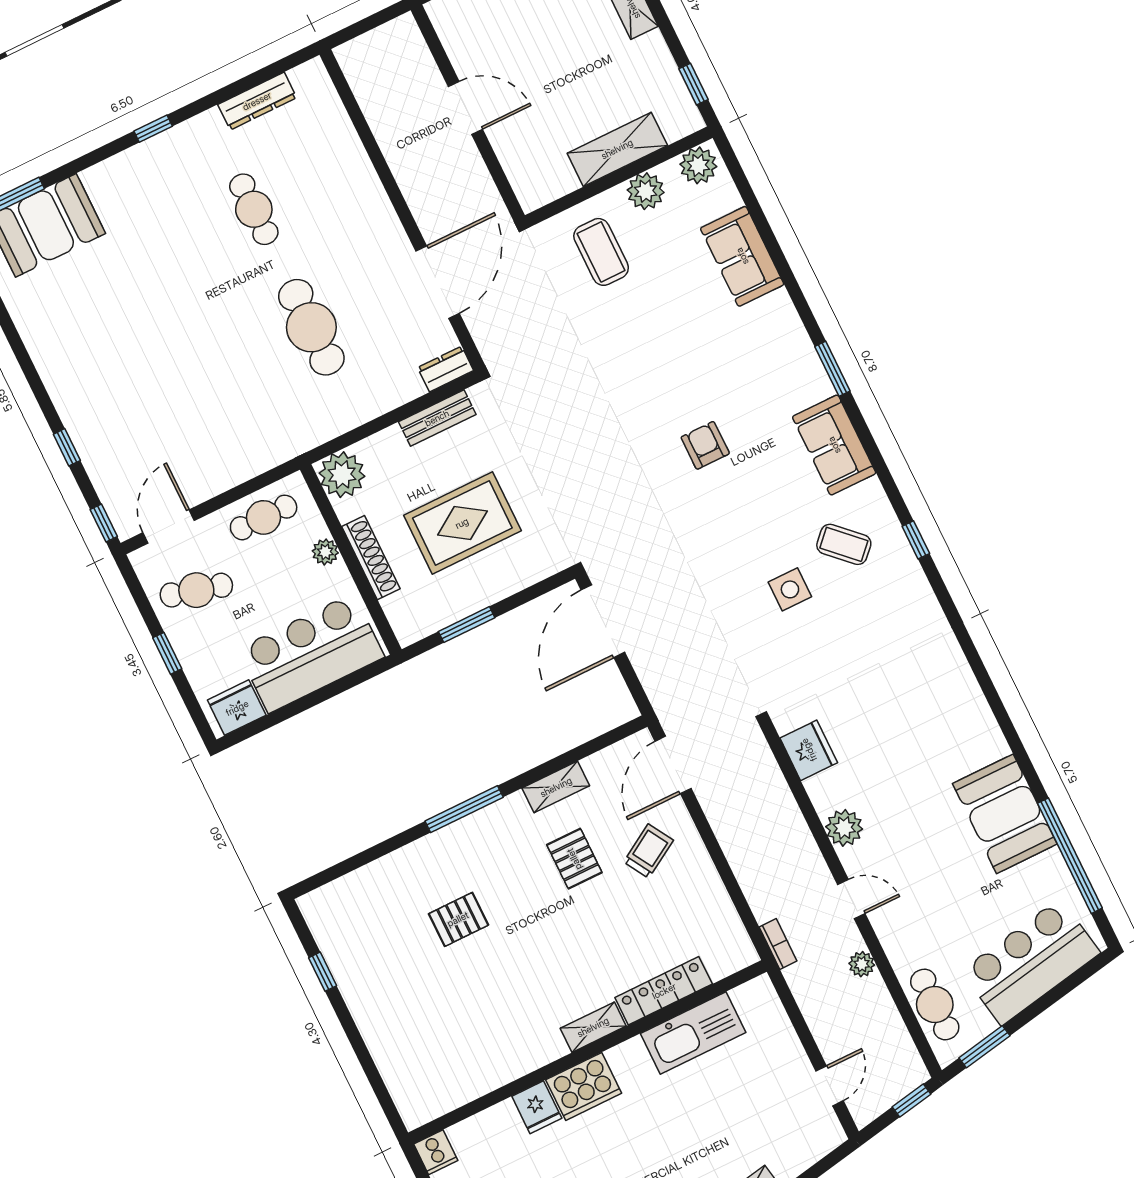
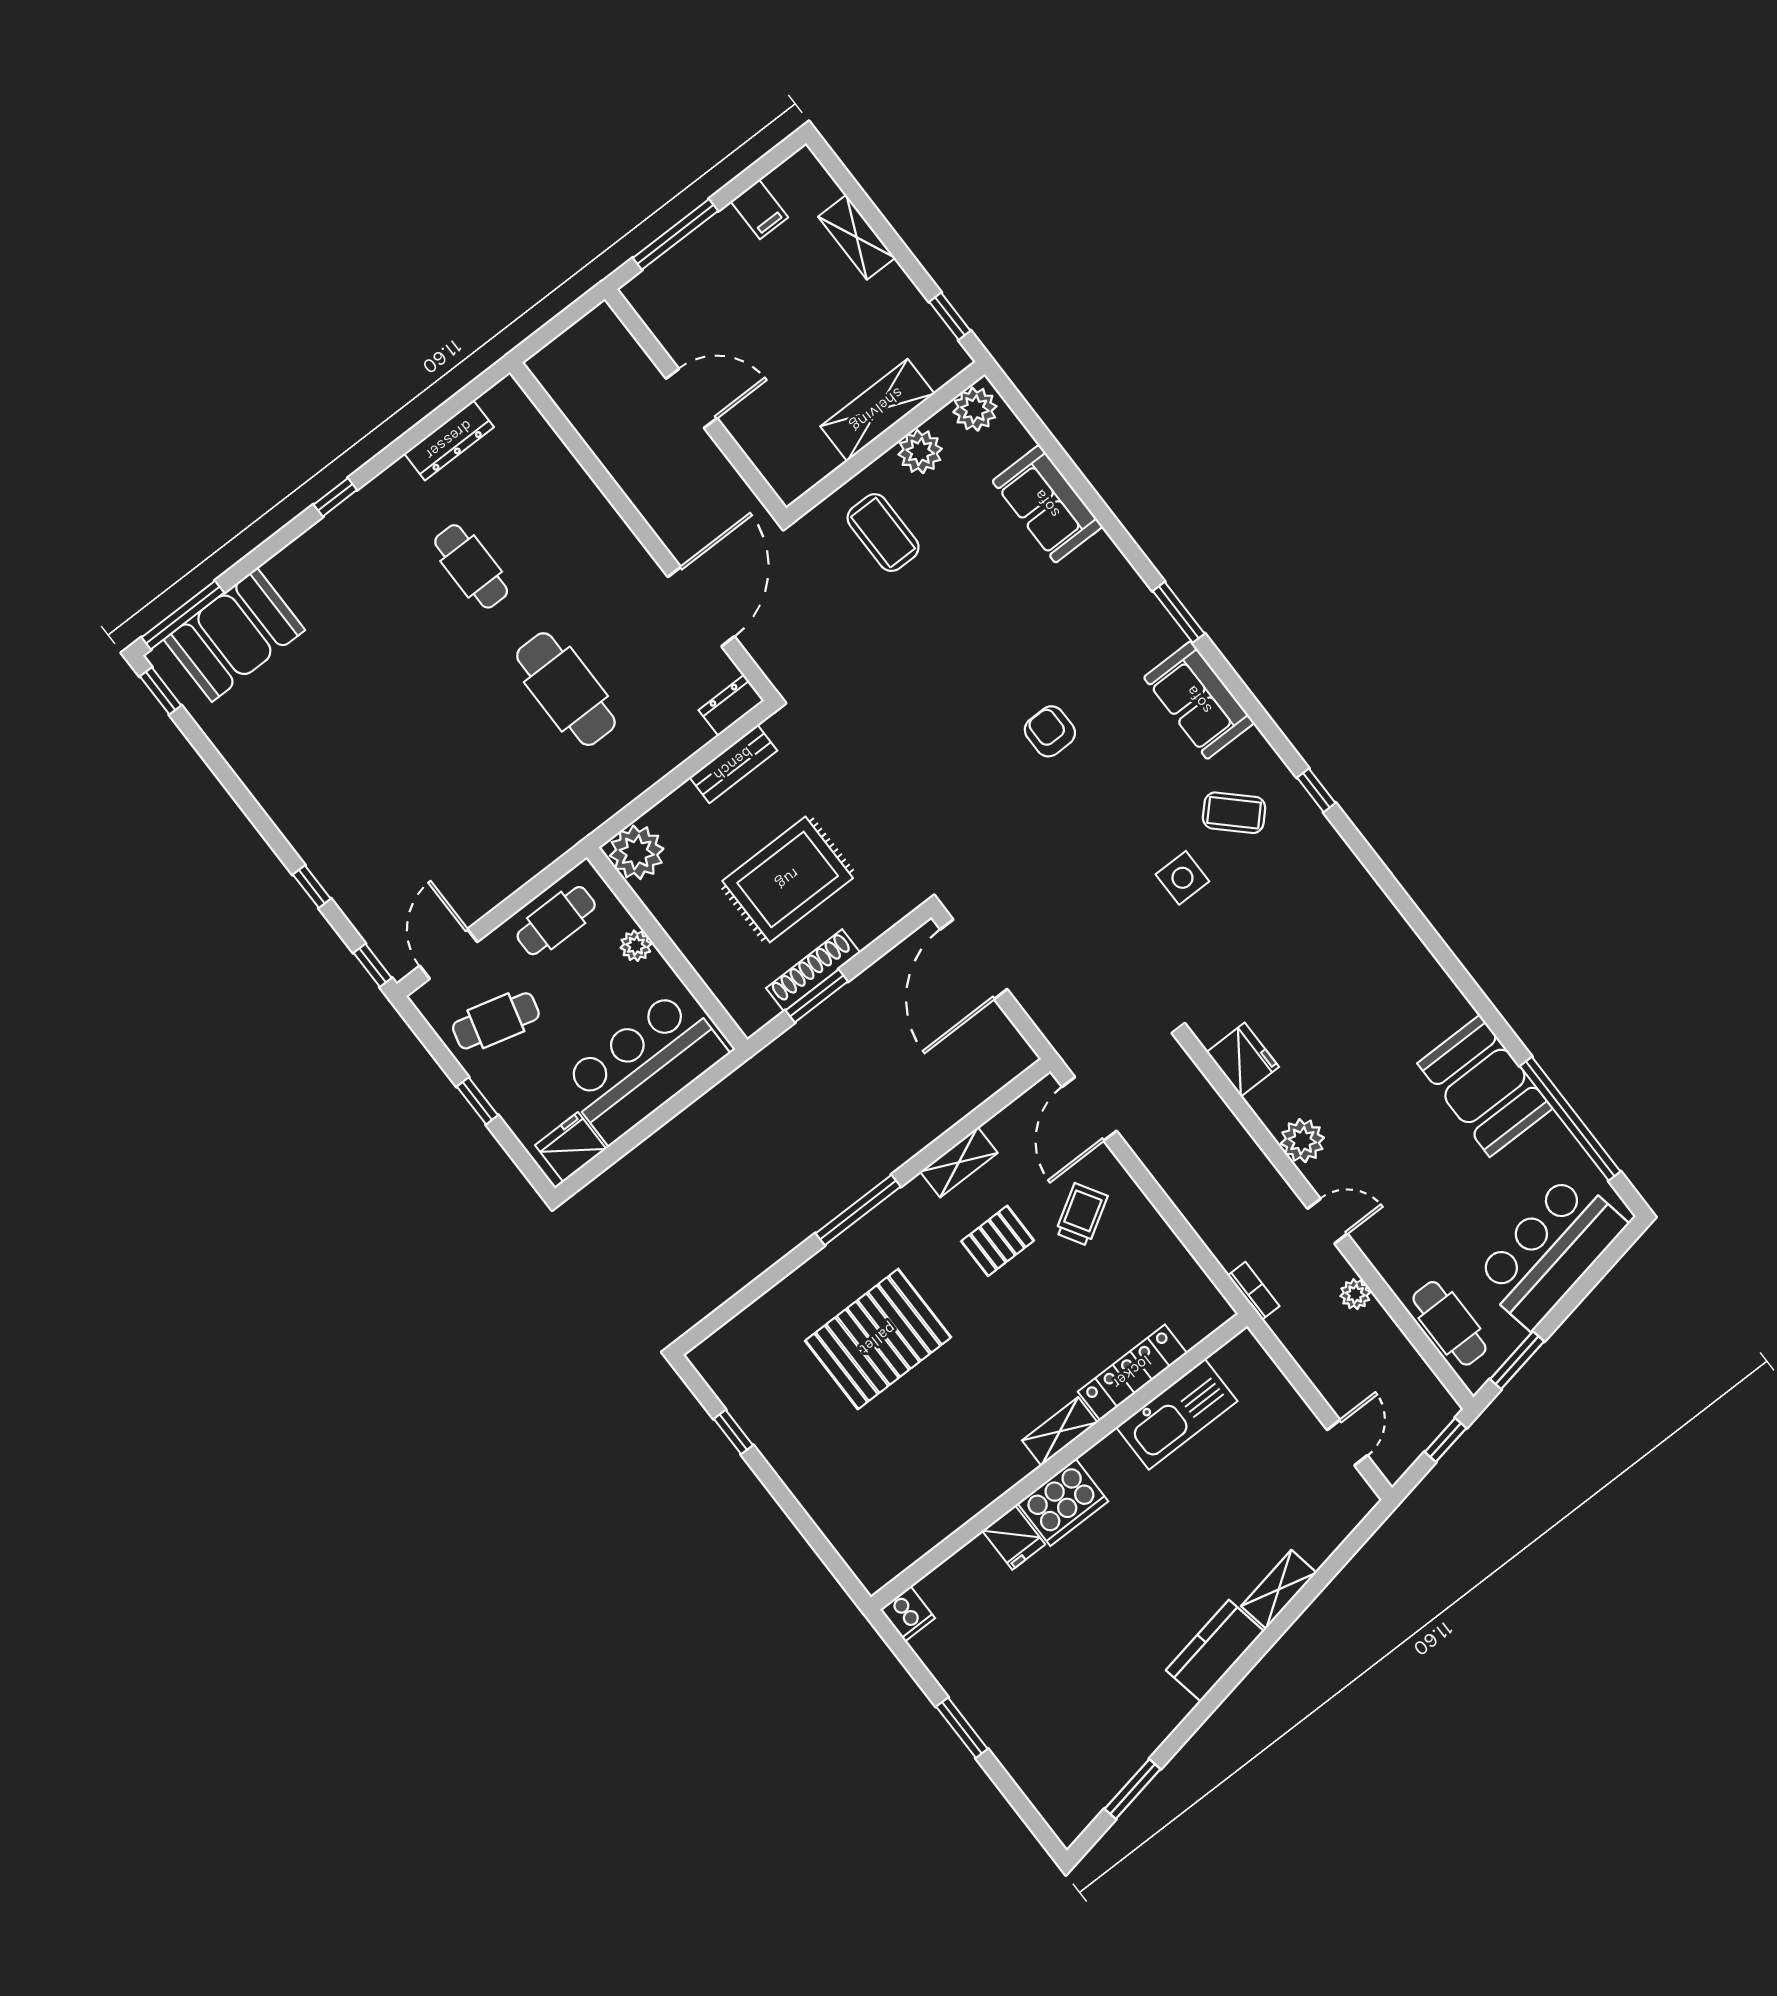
shoe rack: (371, 558) -> (813, 970), moved, turned -90
pallet: (574, 859) -> (998, 1241), turned 90
pallet: (458, 919) -> (878, 1339), width x2.05, depth x2.00

